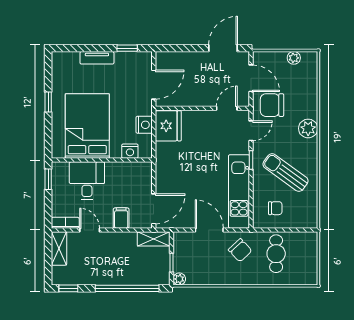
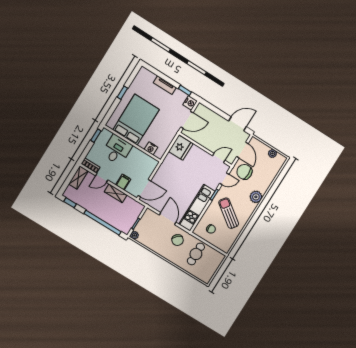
nightstand: (144, 125) -> (190, 103), moved
door: (90, 230) -> (102, 178), swing flipped
shelving: (154, 239) -> (116, 193), moved

